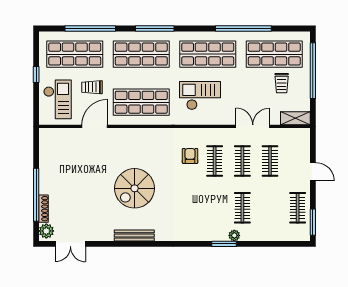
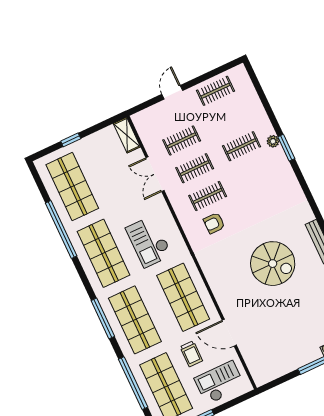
window: (313, 71) -> (71, 140), width x0.32
trolley: (282, 83) -> (98, 165), removed
window: (313, 222) -> (223, 69), removed

